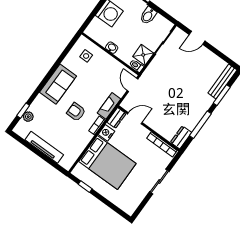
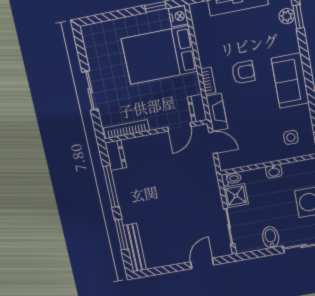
door: (132, 85) -> (213, 143), moved
nightstand: (106, 133) -> (178, 16), moved

